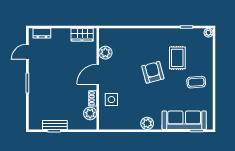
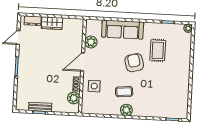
wardrobe: (82, 35) -> (52, 23), moved
coffee table: (196, 82) -> (124, 92), moved
sofa: (184, 120) -> (123, 30), moved, turned 180

